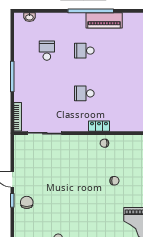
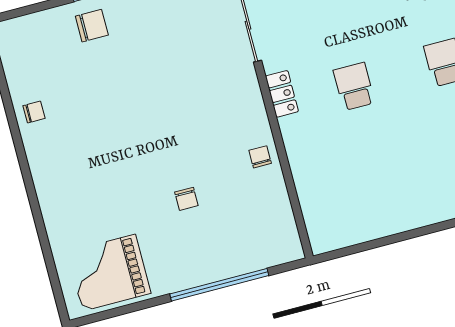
locker: (99, 126) -> (282, 94), moved

